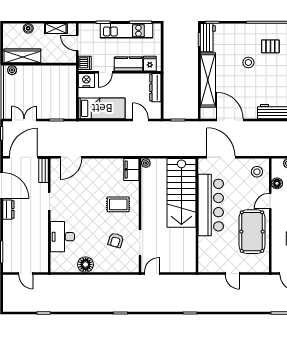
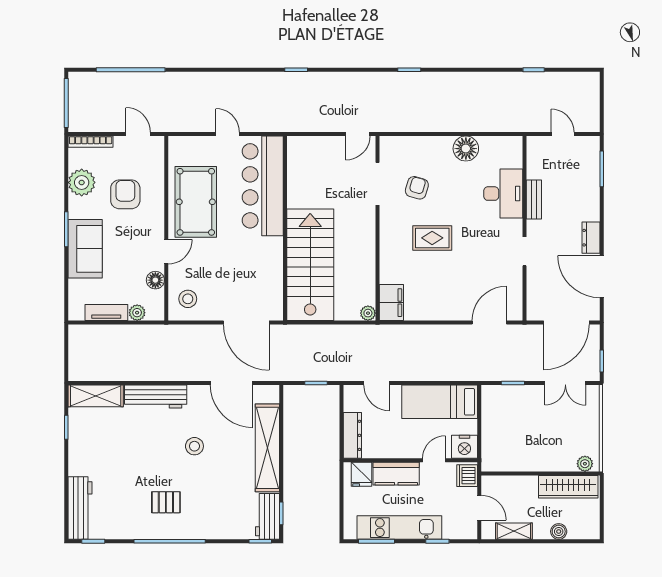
stool: (248, 62) -> (194, 446), moved
bench: (44, 170) -> (534, 200), moved
rug: (118, 204) -> (432, 238), moved
bar counter: (211, 205) -> (263, 186), moved

